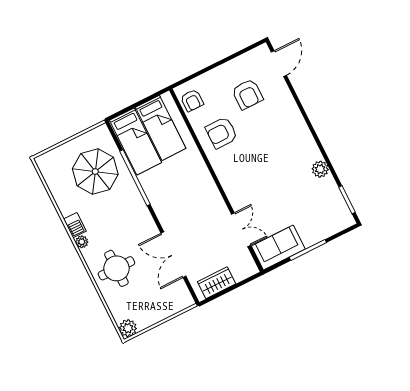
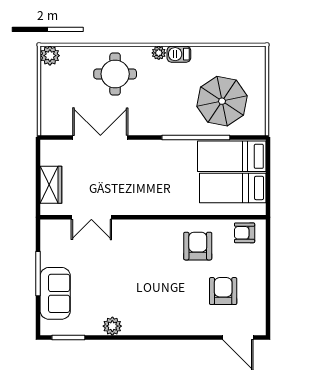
armchair: (247, 94) -> (223, 291), turned 90
sofa: (278, 248) -> (55, 293), moved
wardrobe: (217, 283) -> (51, 185), moved

